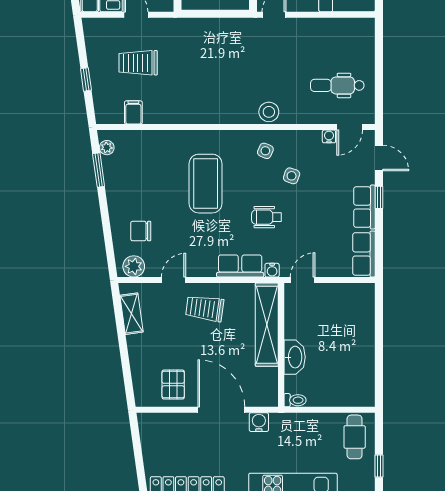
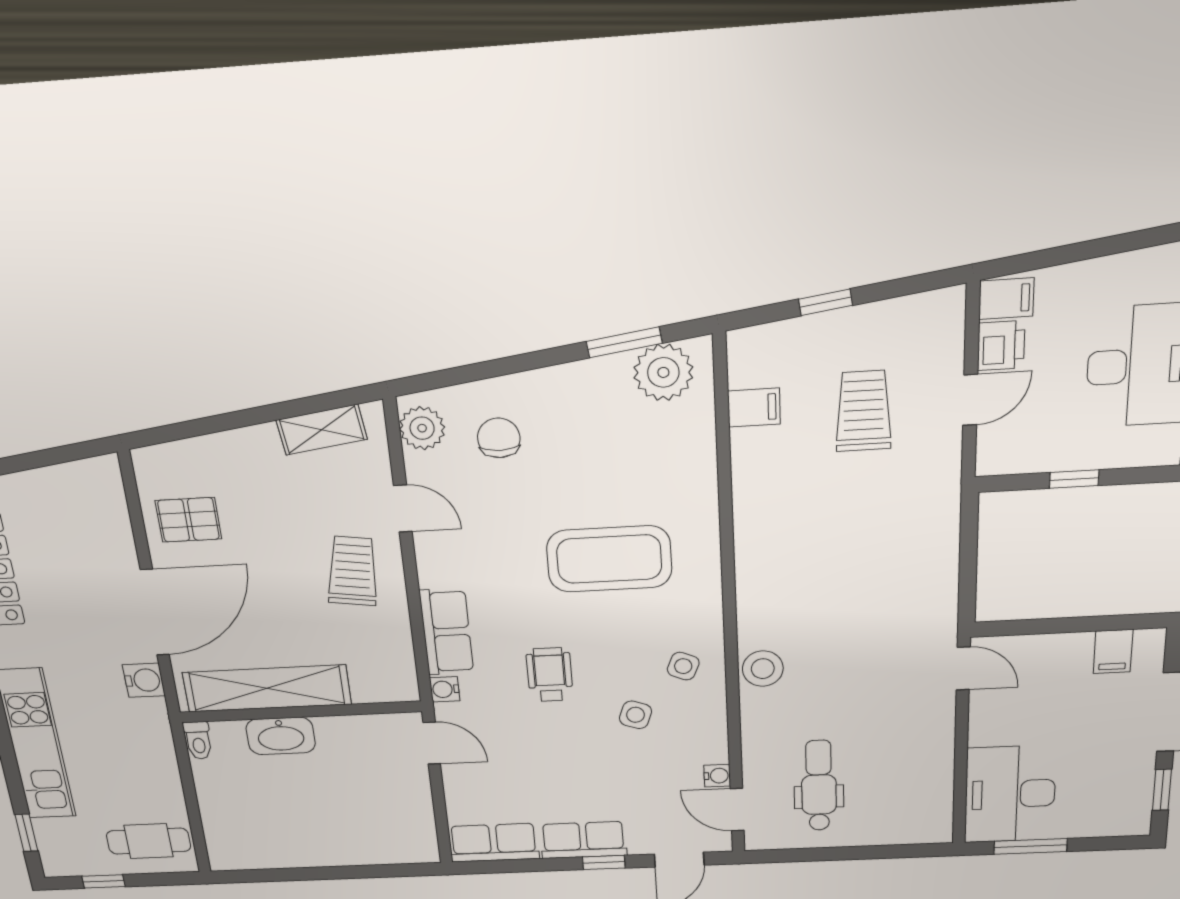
plant: (107, 148) -> (663, 372), width x1.87, depth x1.87
shelving: (267, 325) -> (267, 688), moved

